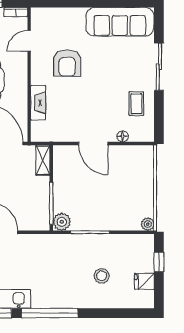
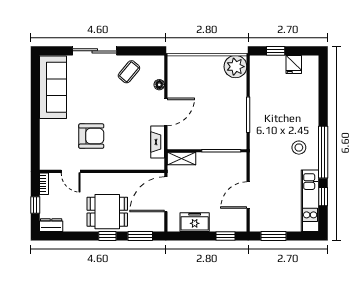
fireplace: (38, 103) -> (158, 142), moved, turned -90
coffee table: (136, 104) -> (129, 72), turned -50
plant: (62, 222) -> (238, 141), removed
plant: (148, 224) -> (235, 67), width x1.88, depth x1.88
stool: (102, 276) -> (299, 148), moved

